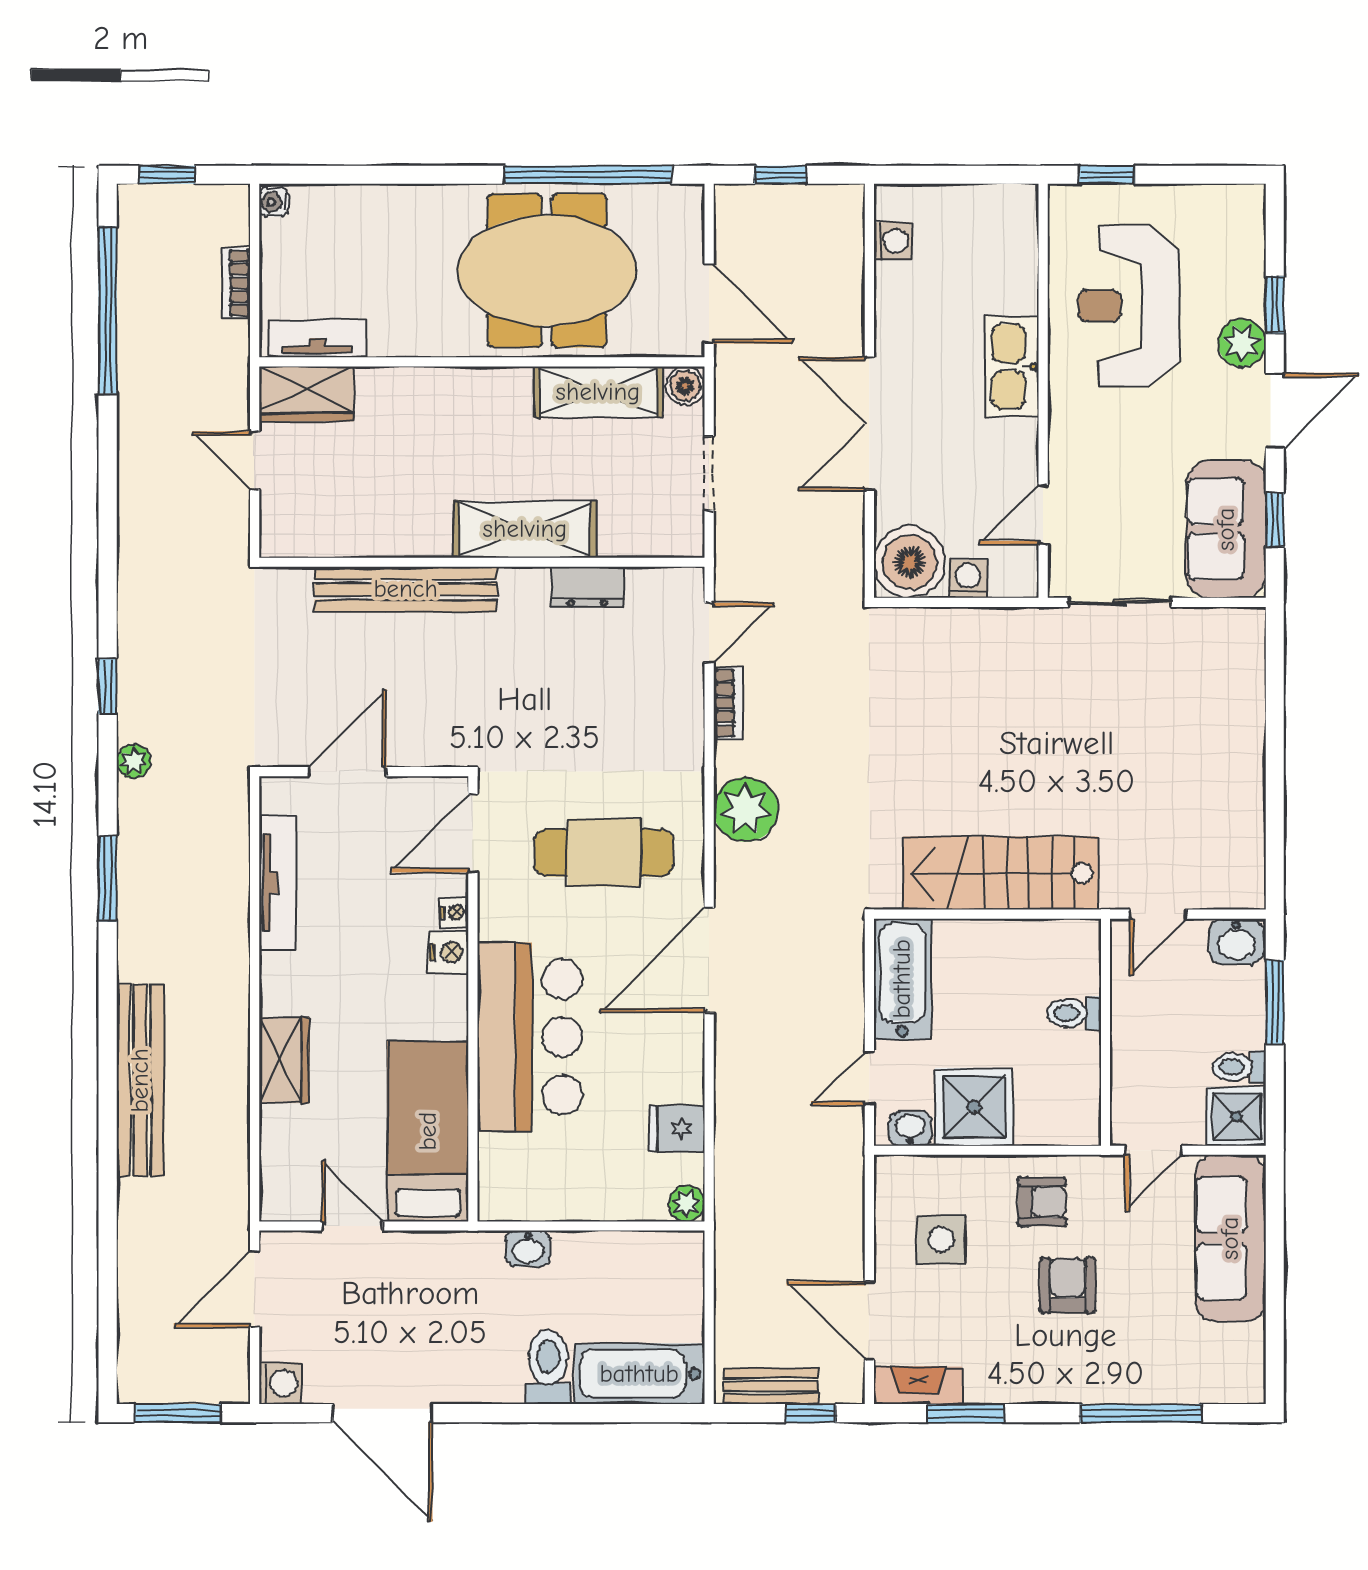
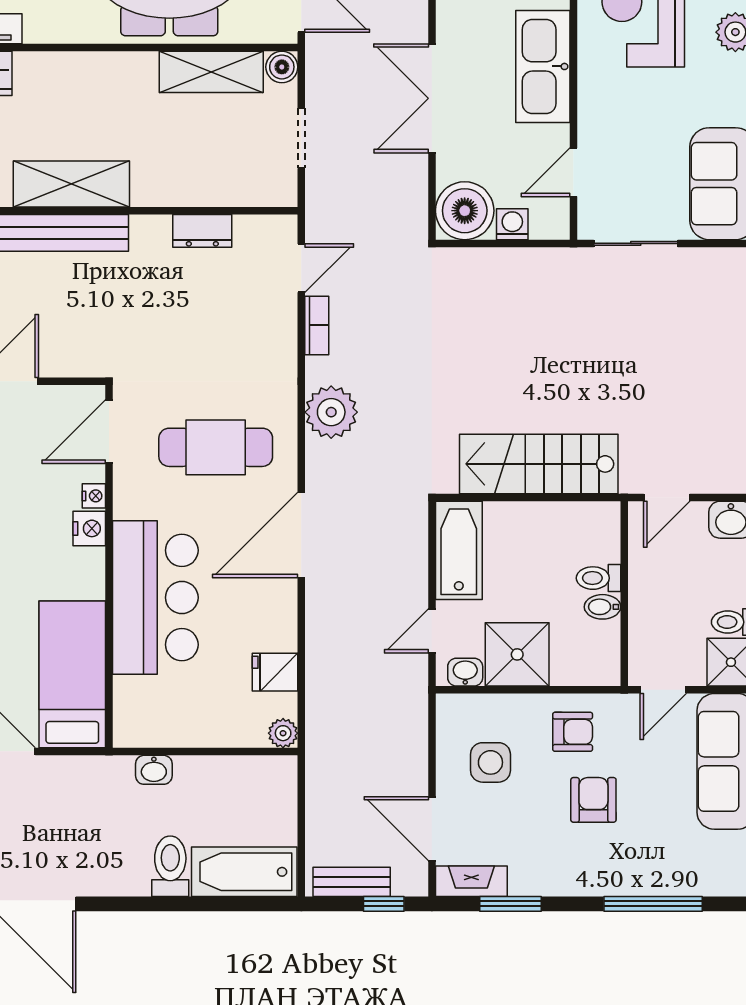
kitchen sink: (1012, 367) -> (543, 66), width x1.36, depth x1.24
shelving: (525, 529) -> (71, 184), moved
bidet: (1079, 1048) -> (602, 607), added

